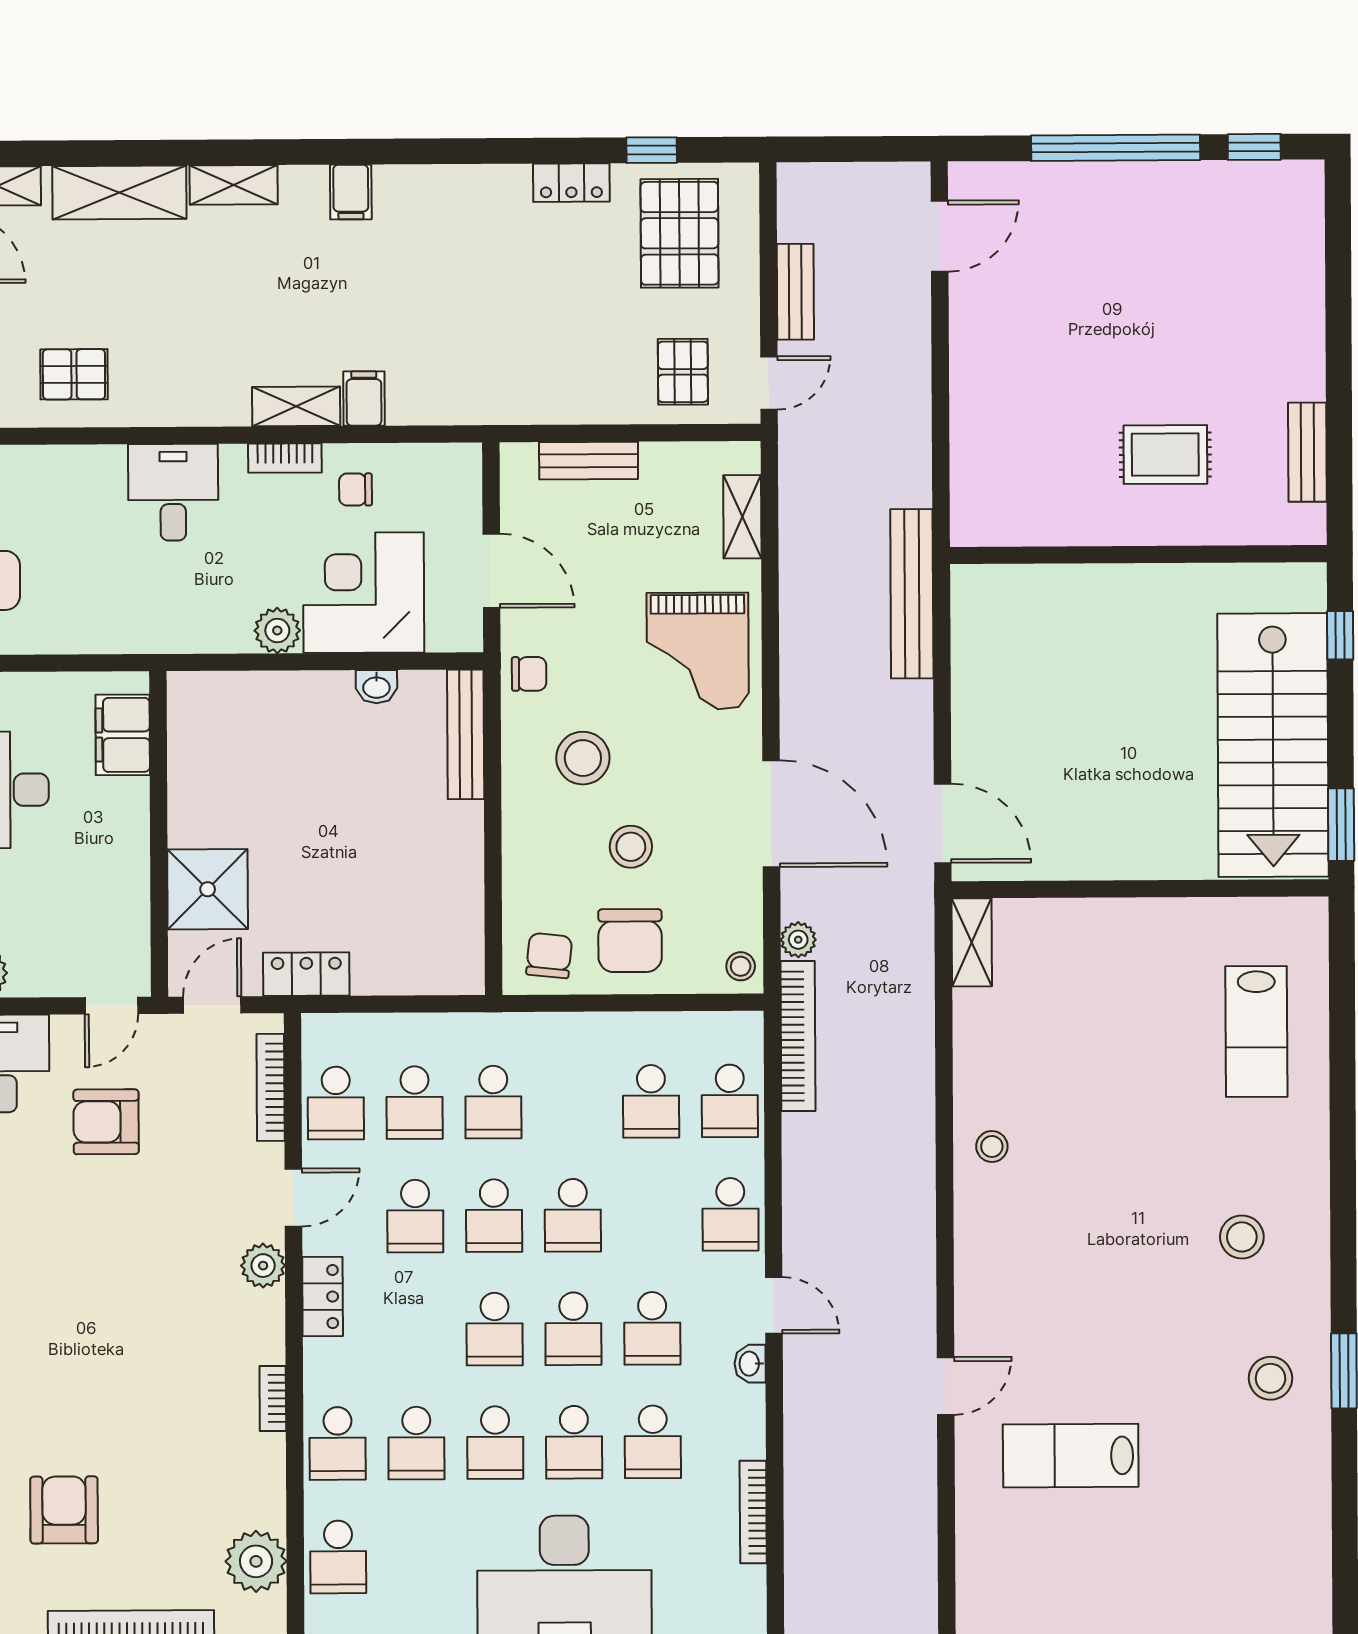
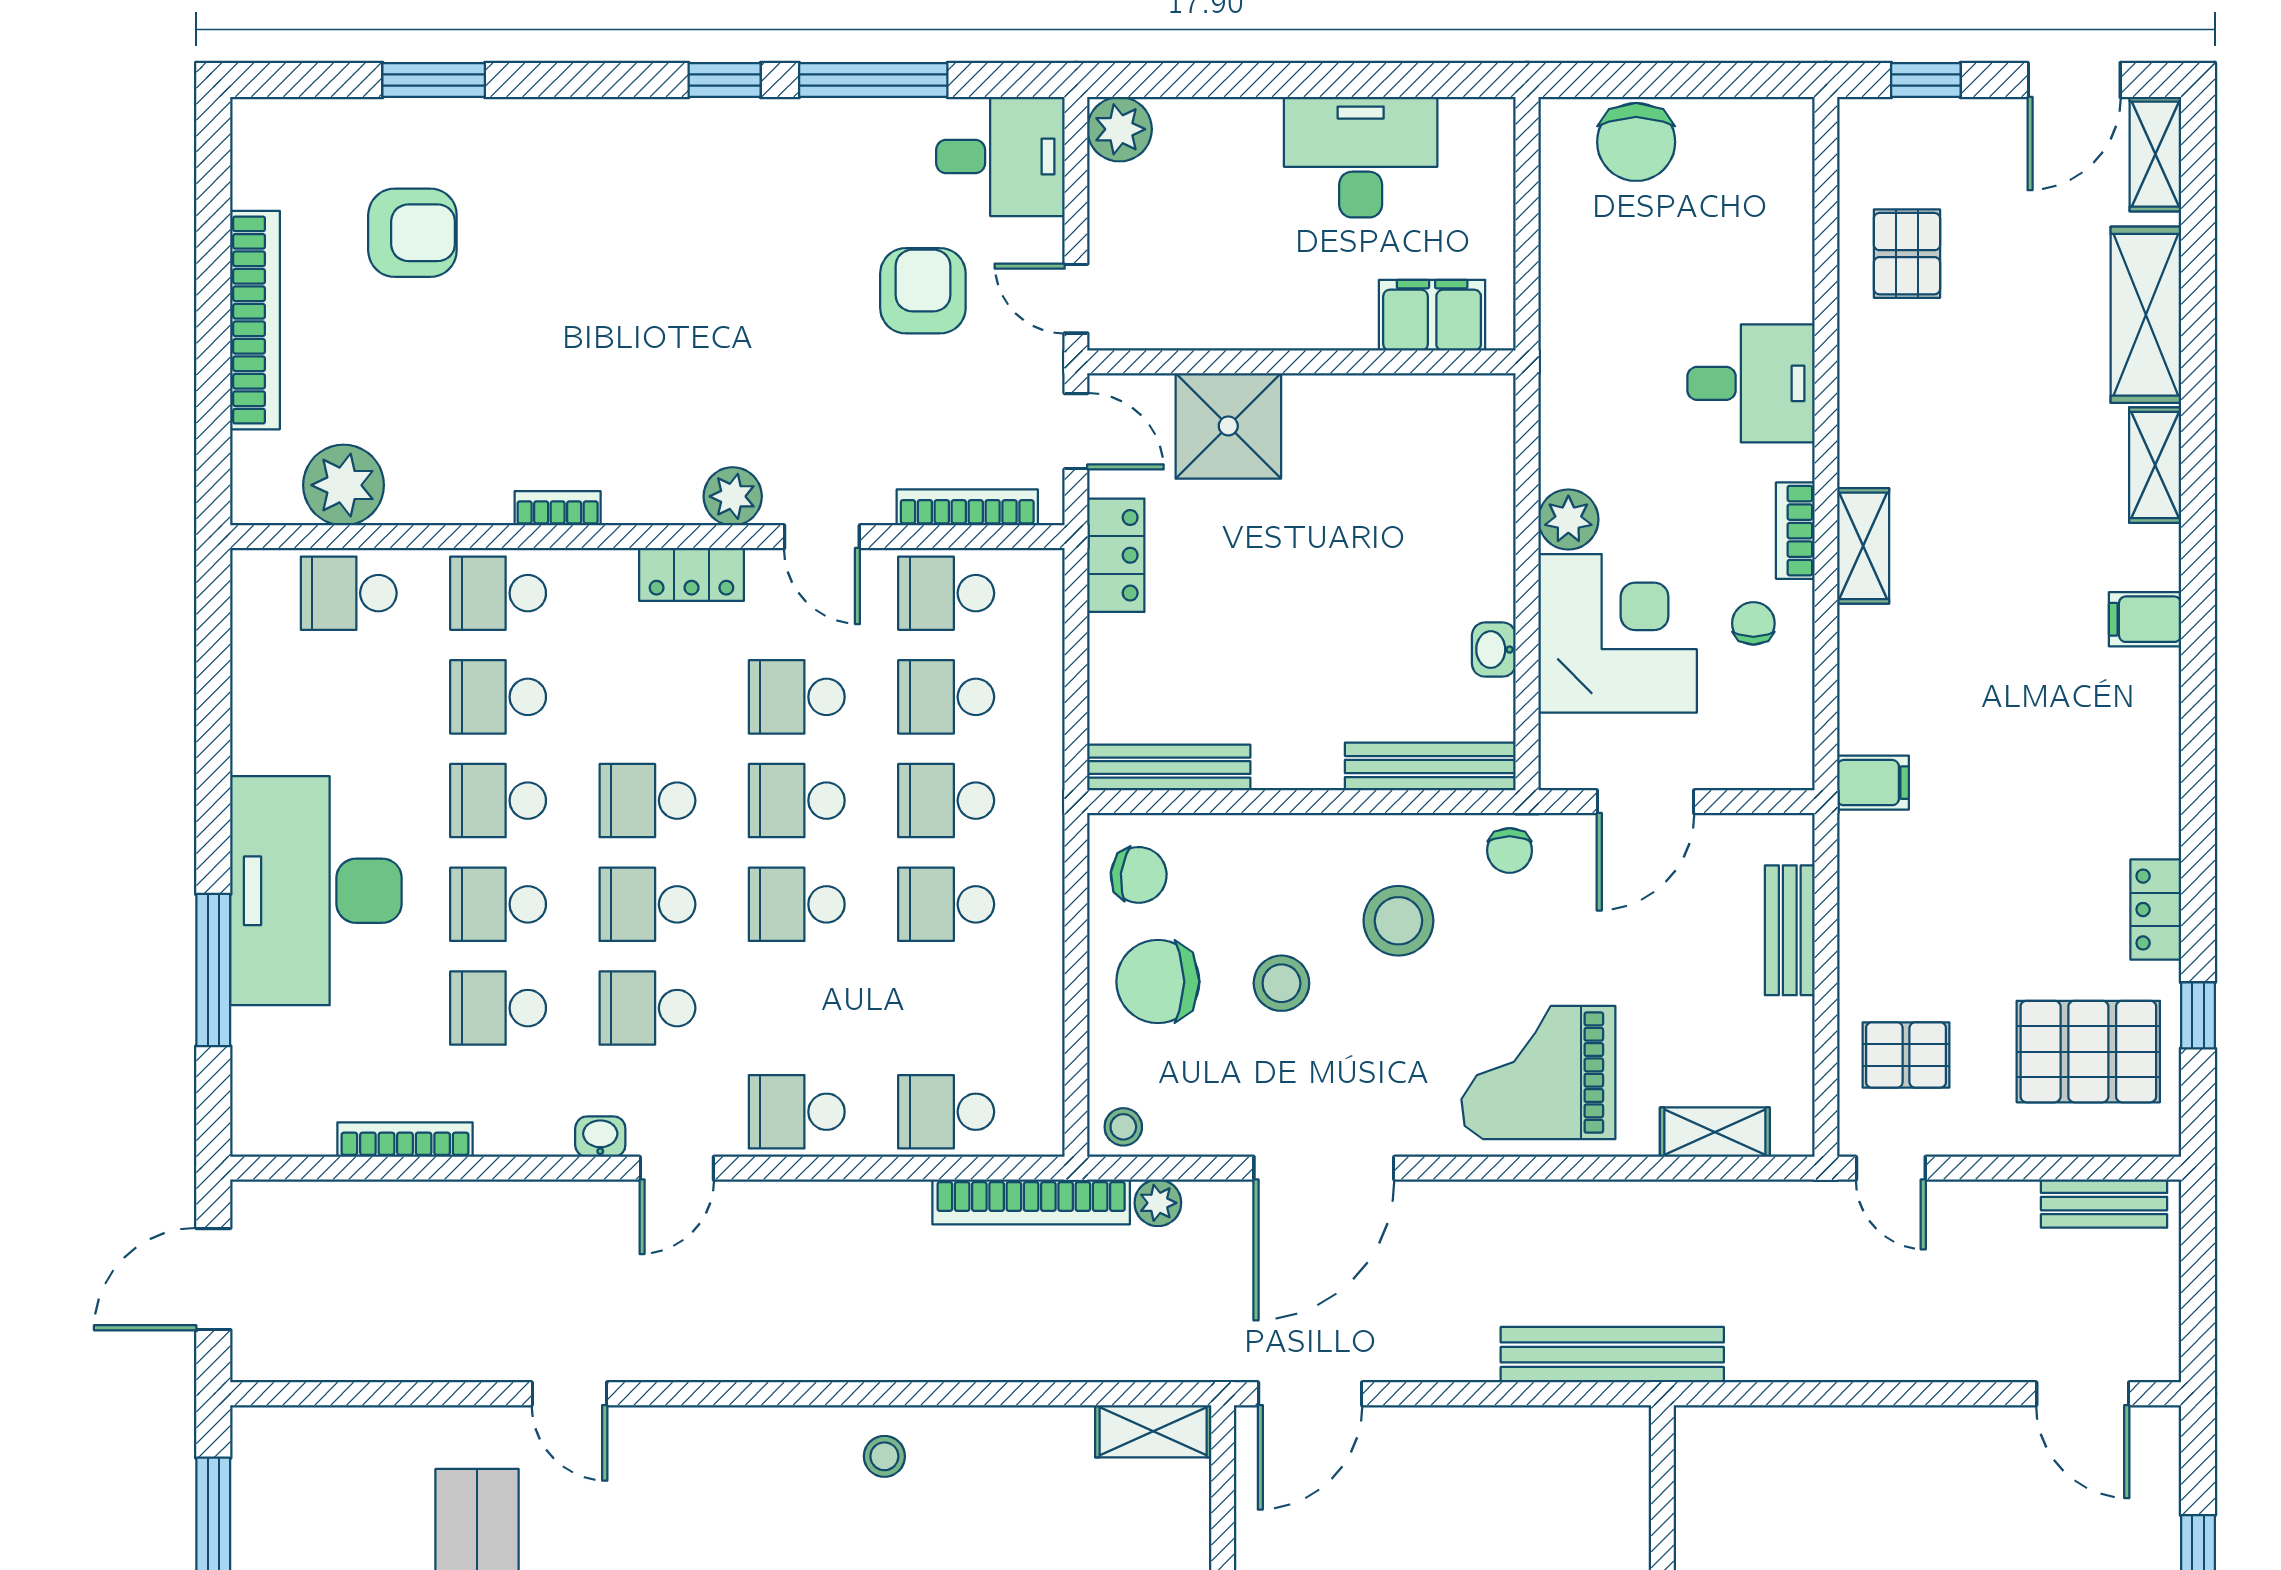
bench: (795, 292) -> (2104, 1204), moved
filing cabinet: (364, 399) -> (1873, 783), moved
bench: (467, 933) -> (1169, 768), added
school desk: (651, 1101) -> (946, 904), moved

